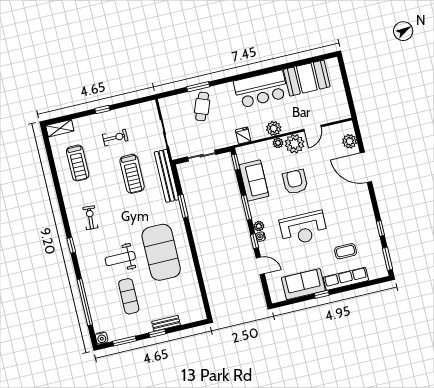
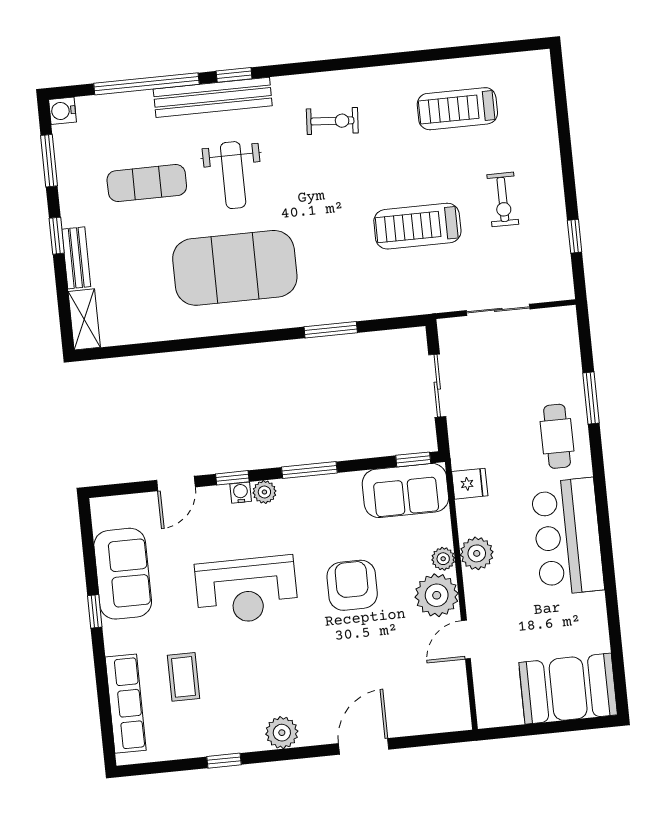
booth: (307, 78) -> (568, 689), moved, turned 90
cafe table: (202, 106) -> (557, 436), moved, turned 69
window: (102, 109) -> (575, 236), moved
shelving: (60, 128) -> (84, 319), moved
door: (313, 128) -> (466, 640), hinge flipped
plant: (350, 141) -> (282, 733), moved
door: (366, 167) -> (364, 746), width x0.73
bench: (167, 176) -> (213, 97), moved
sofa: (254, 181) -> (405, 491), moved
armchair: (295, 182) -> (352, 585), turned -90
reception desk: (303, 228) -> (246, 590), turned -90
window: (71, 245) -> (234, 75), moved
weight bench: (120, 259) -> (233, 175), turned 180
window: (387, 259) -> (155, 768), removed
row of seats: (346, 279) -> (126, 704), moved

